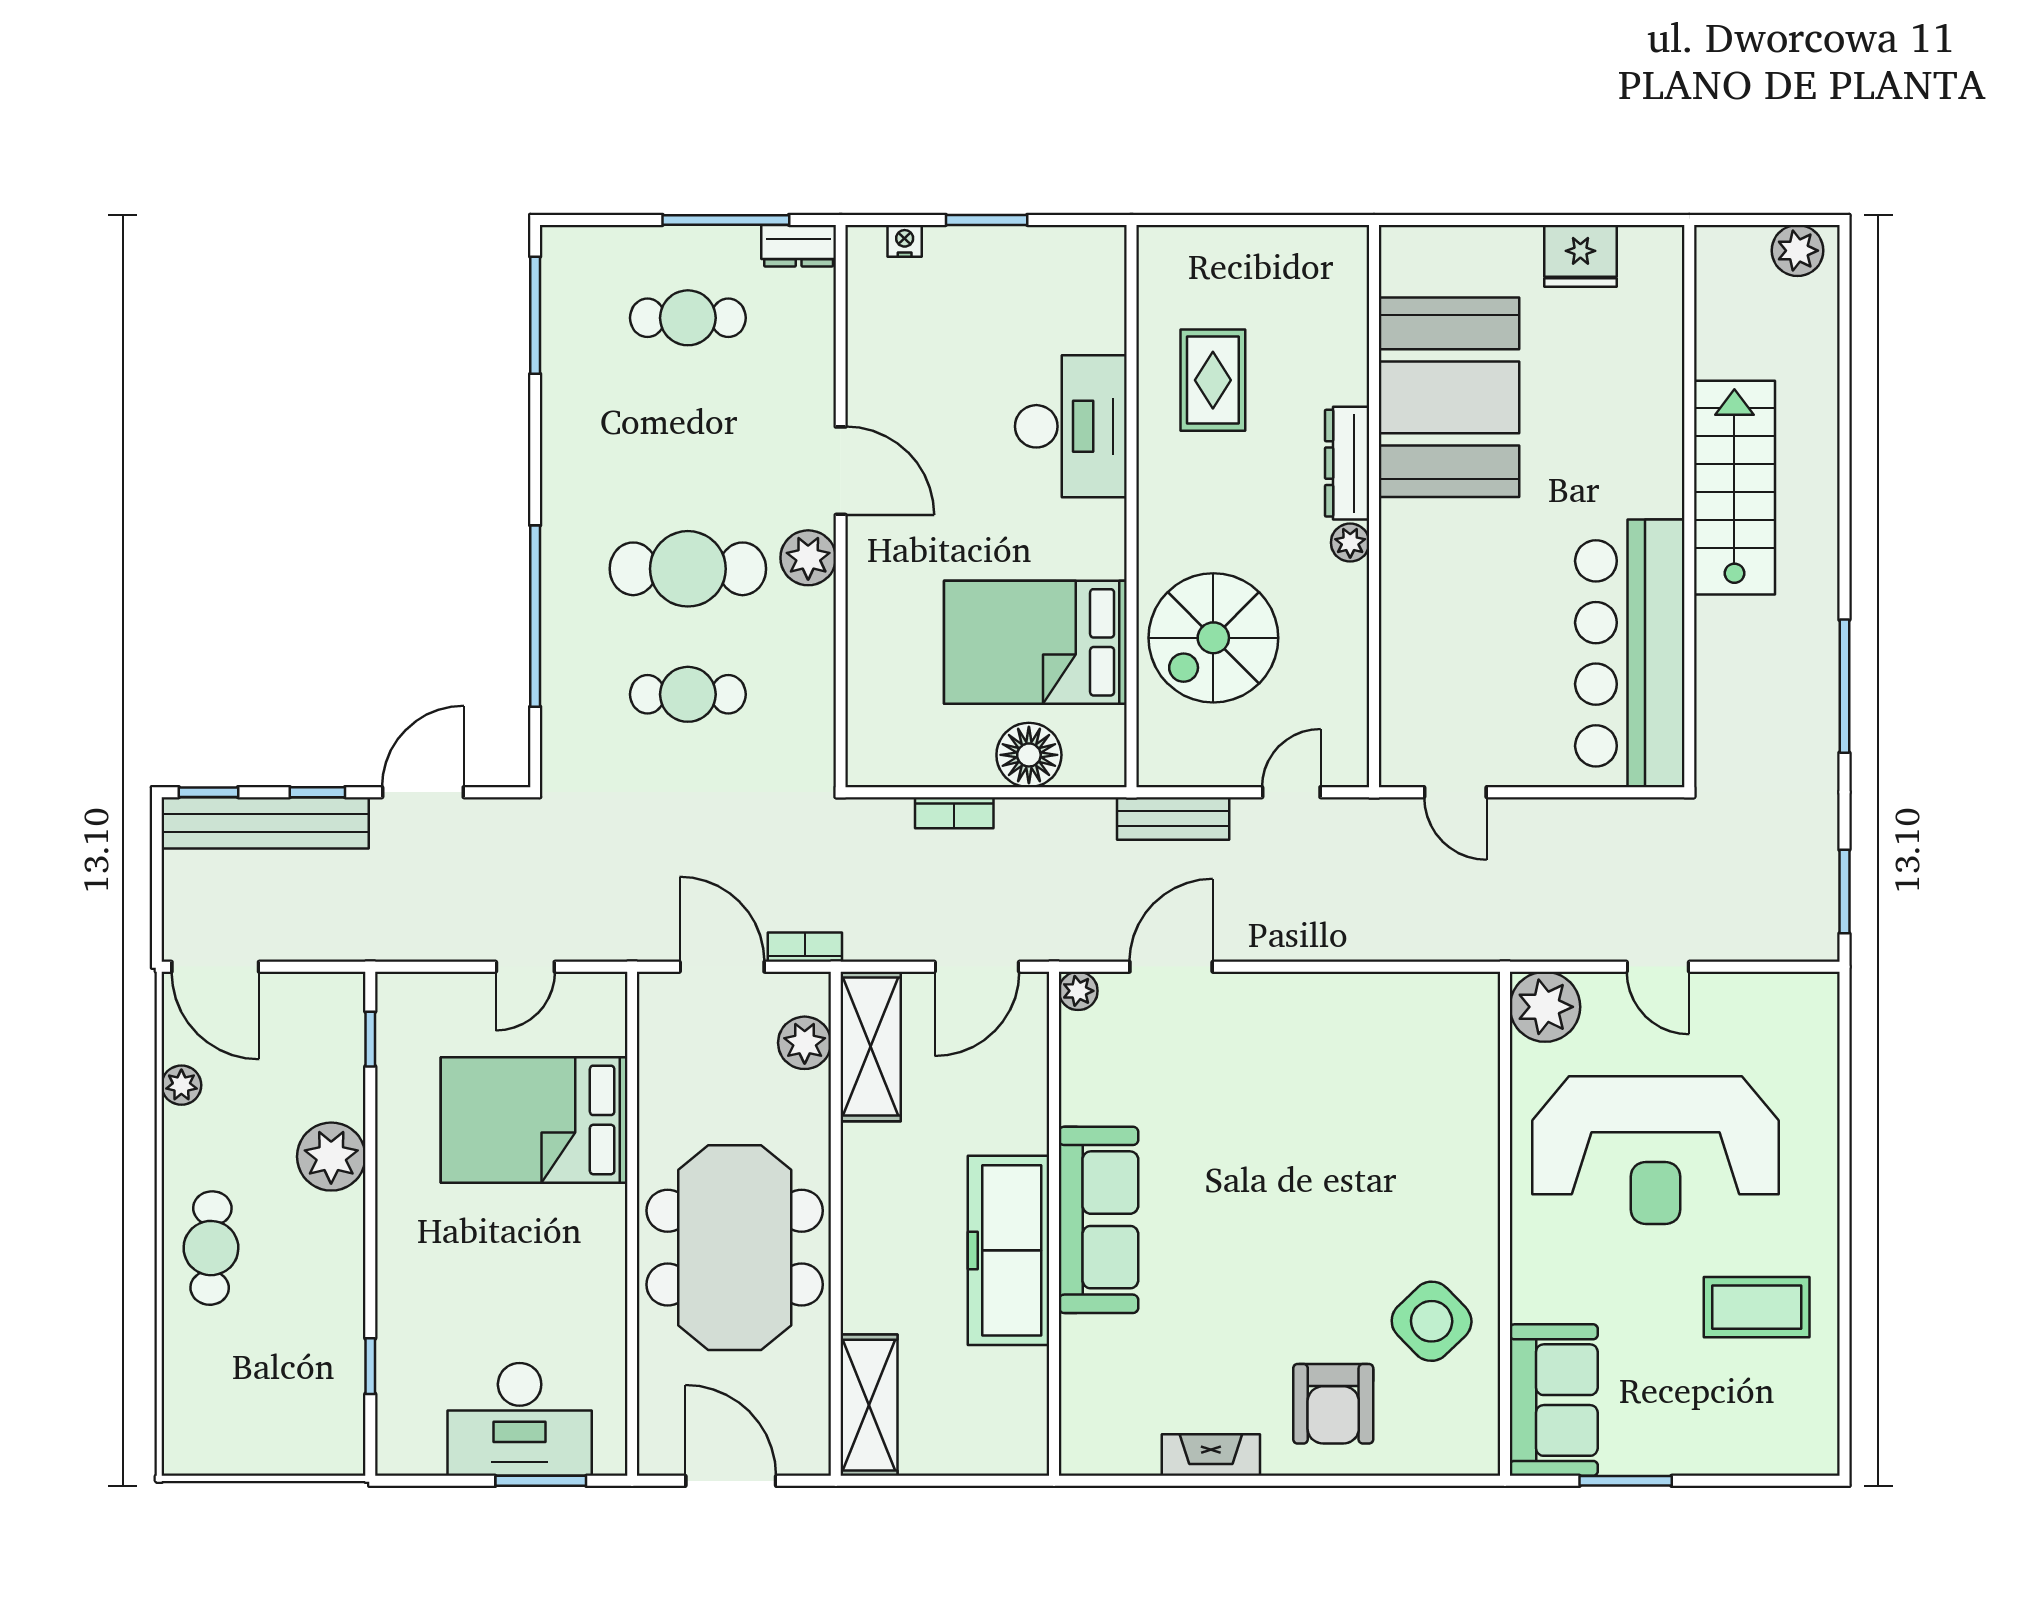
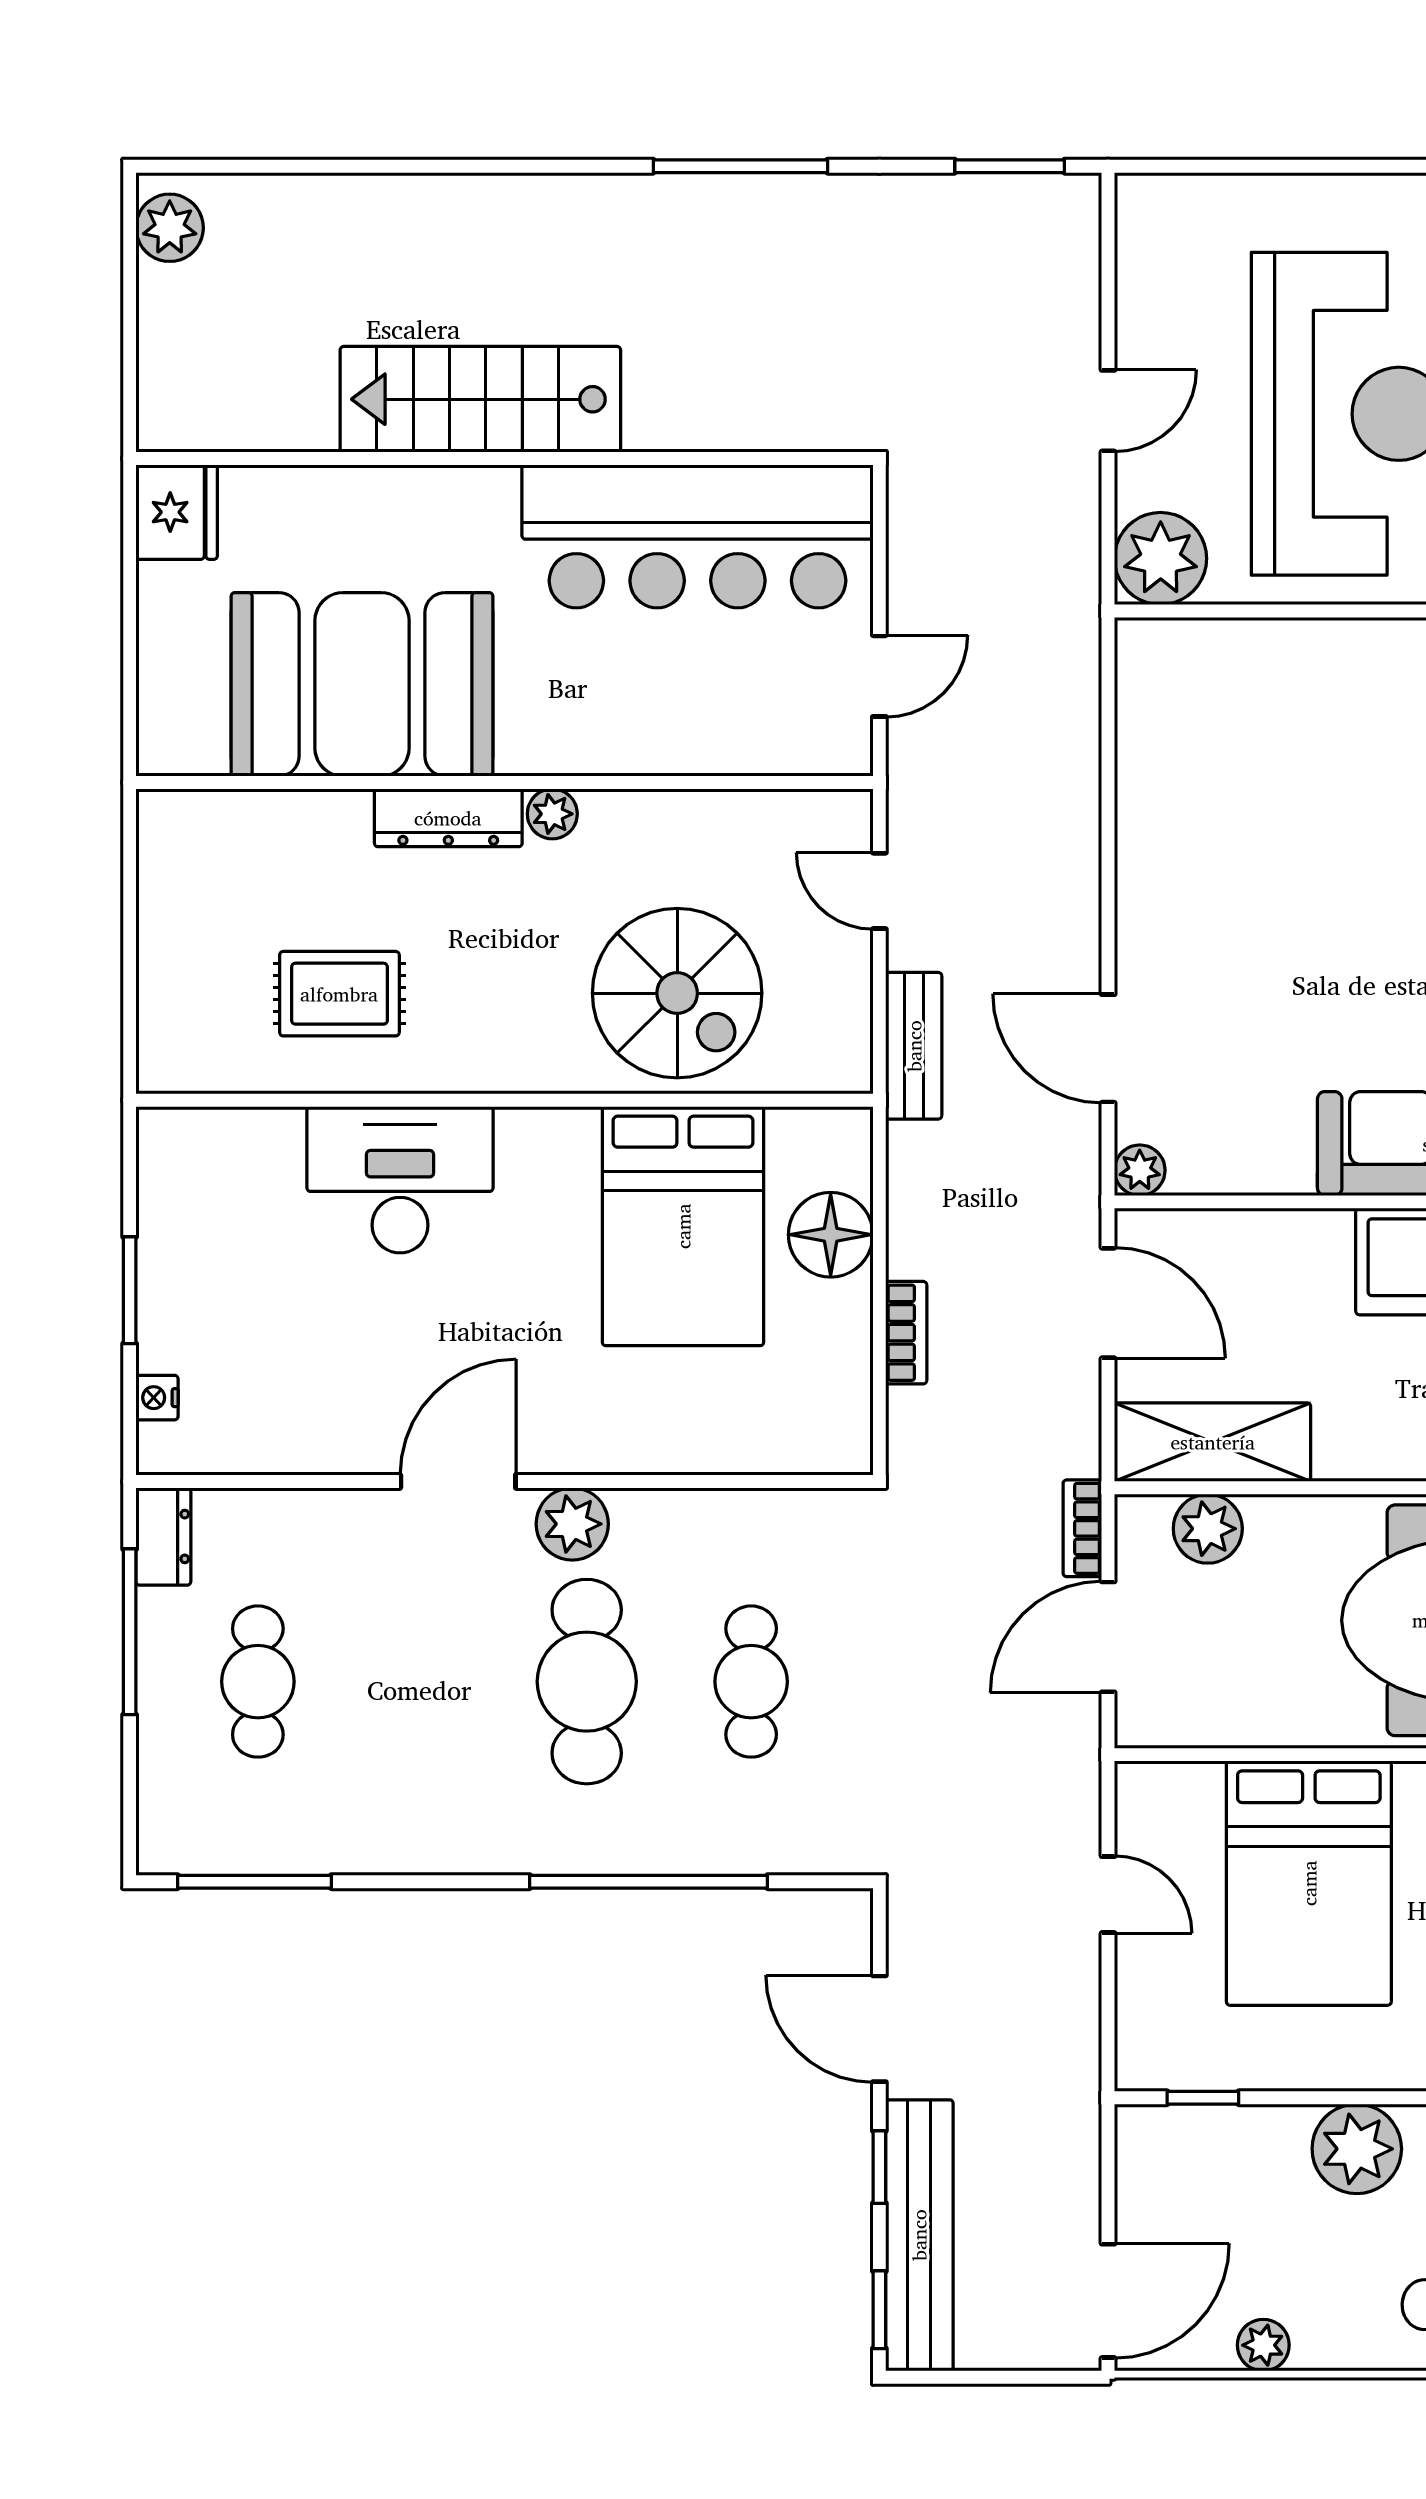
stairs: (1734, 488) -> (480, 399), moved
wall: (1689, 506) -> (504, 458), moved
bar counter: (1630, 653) -> (697, 536), moved

